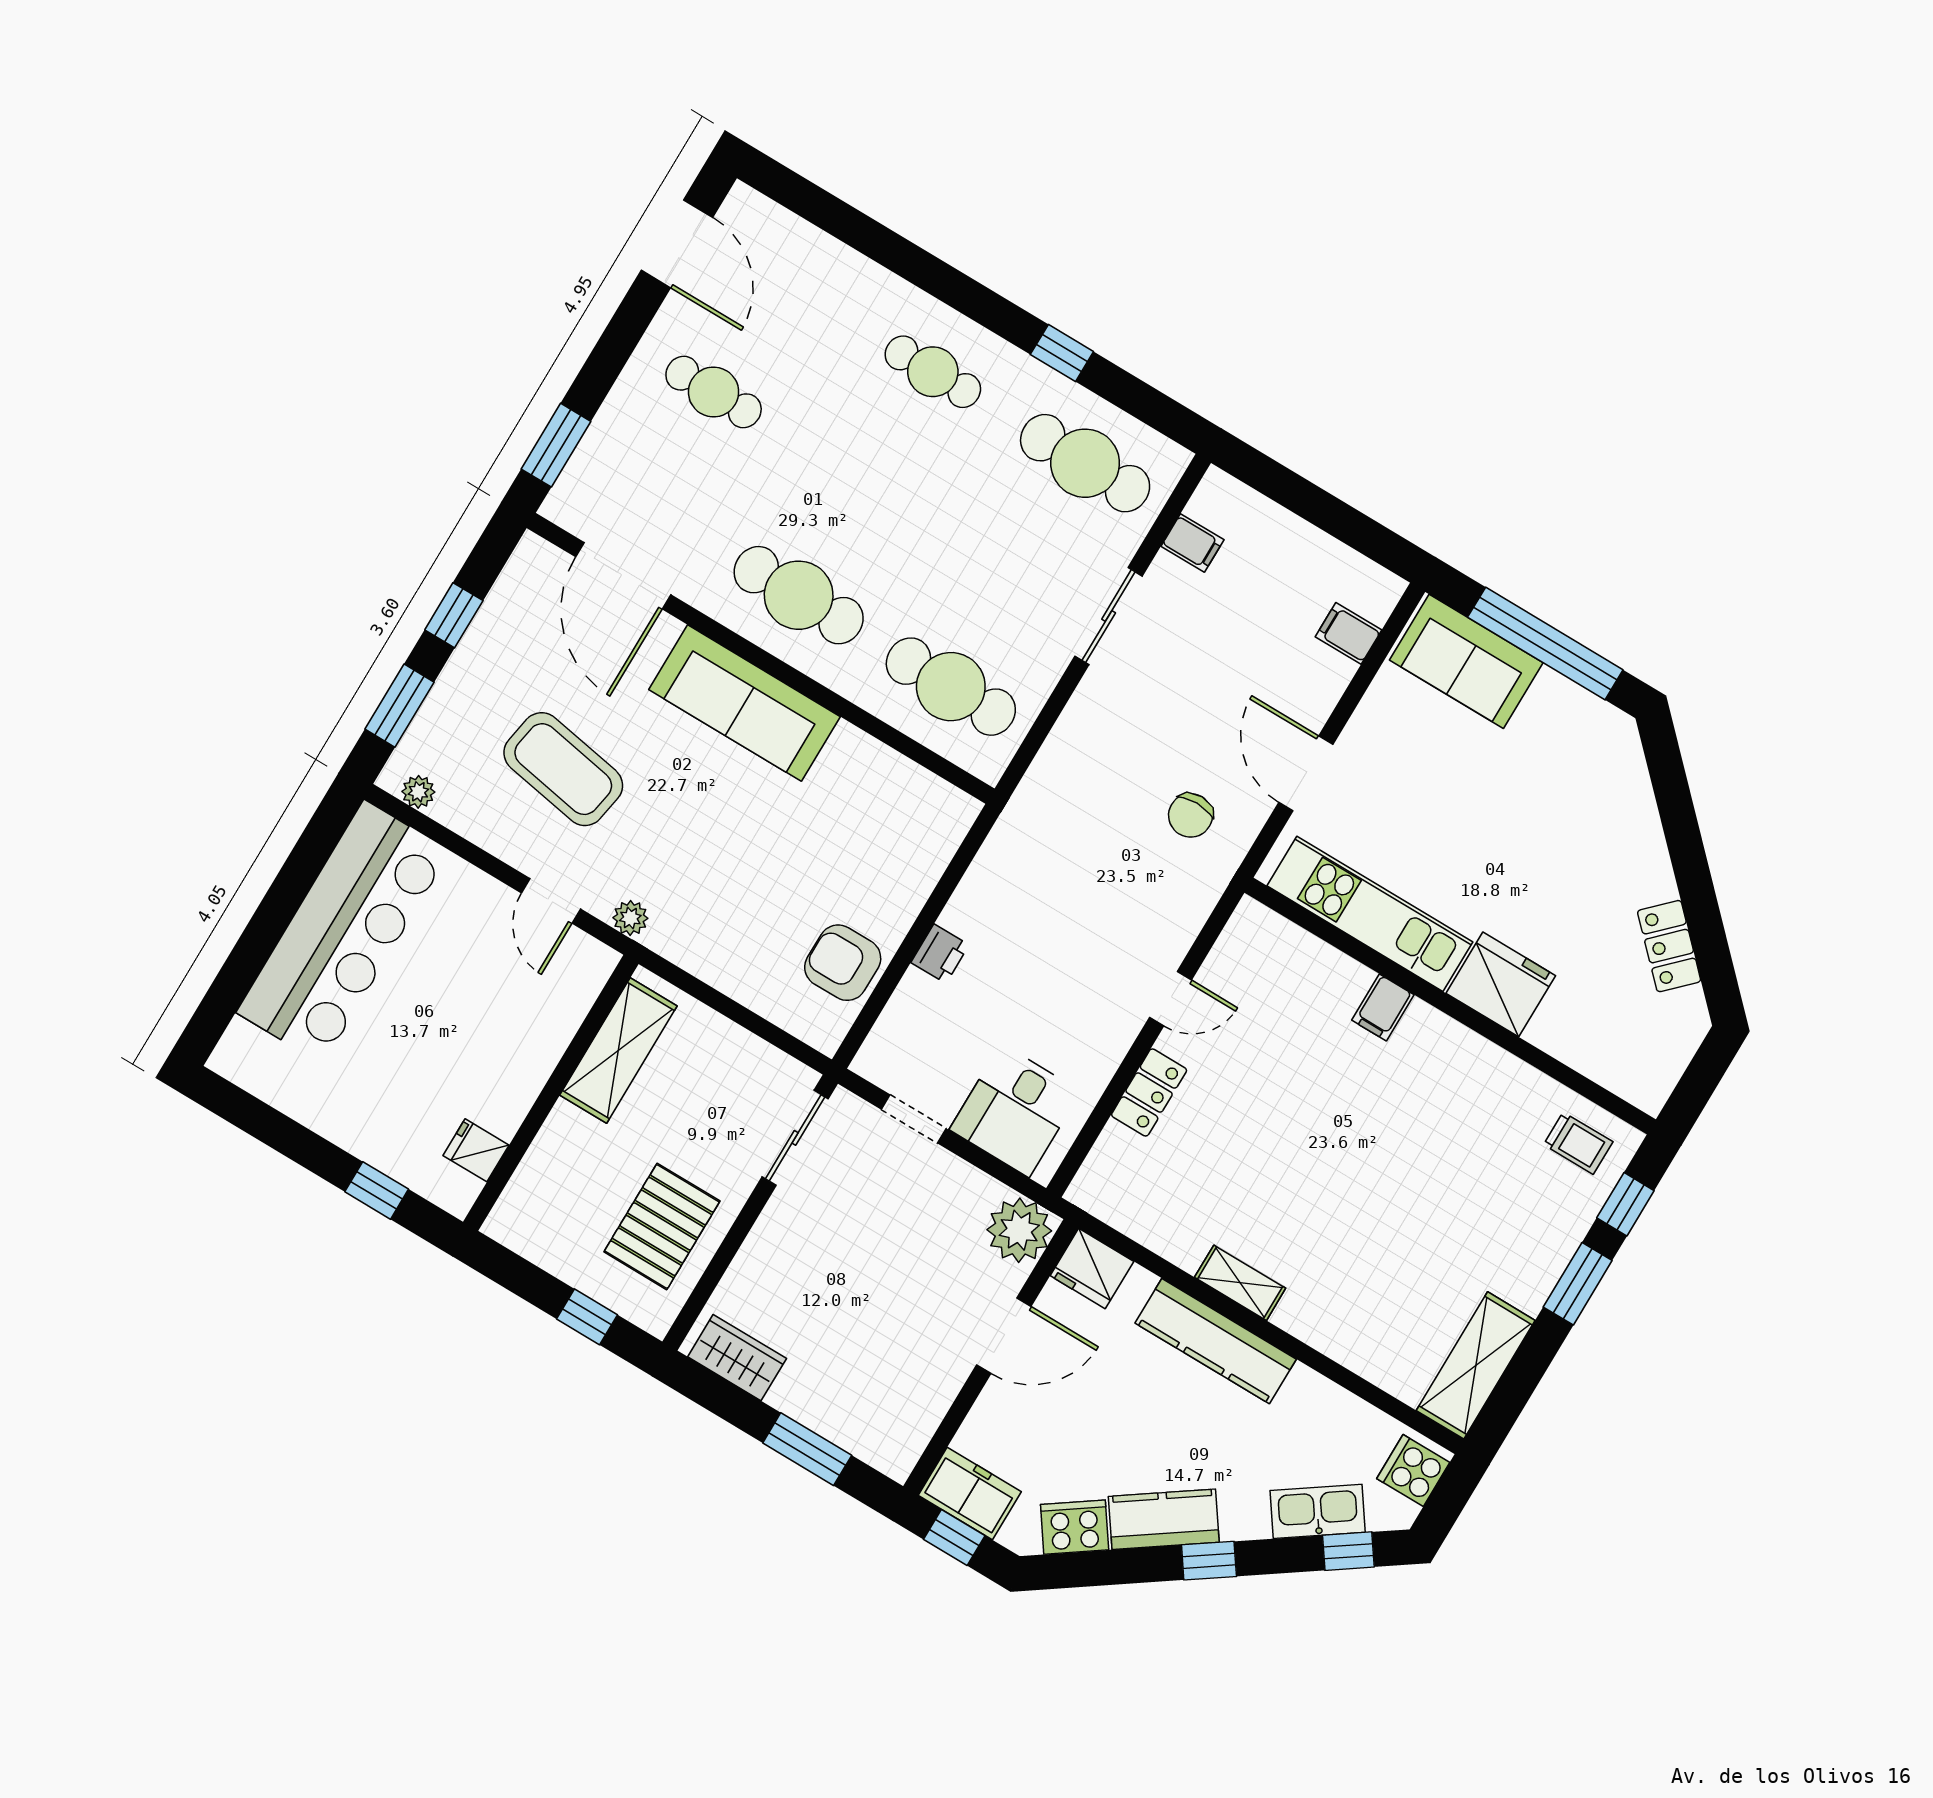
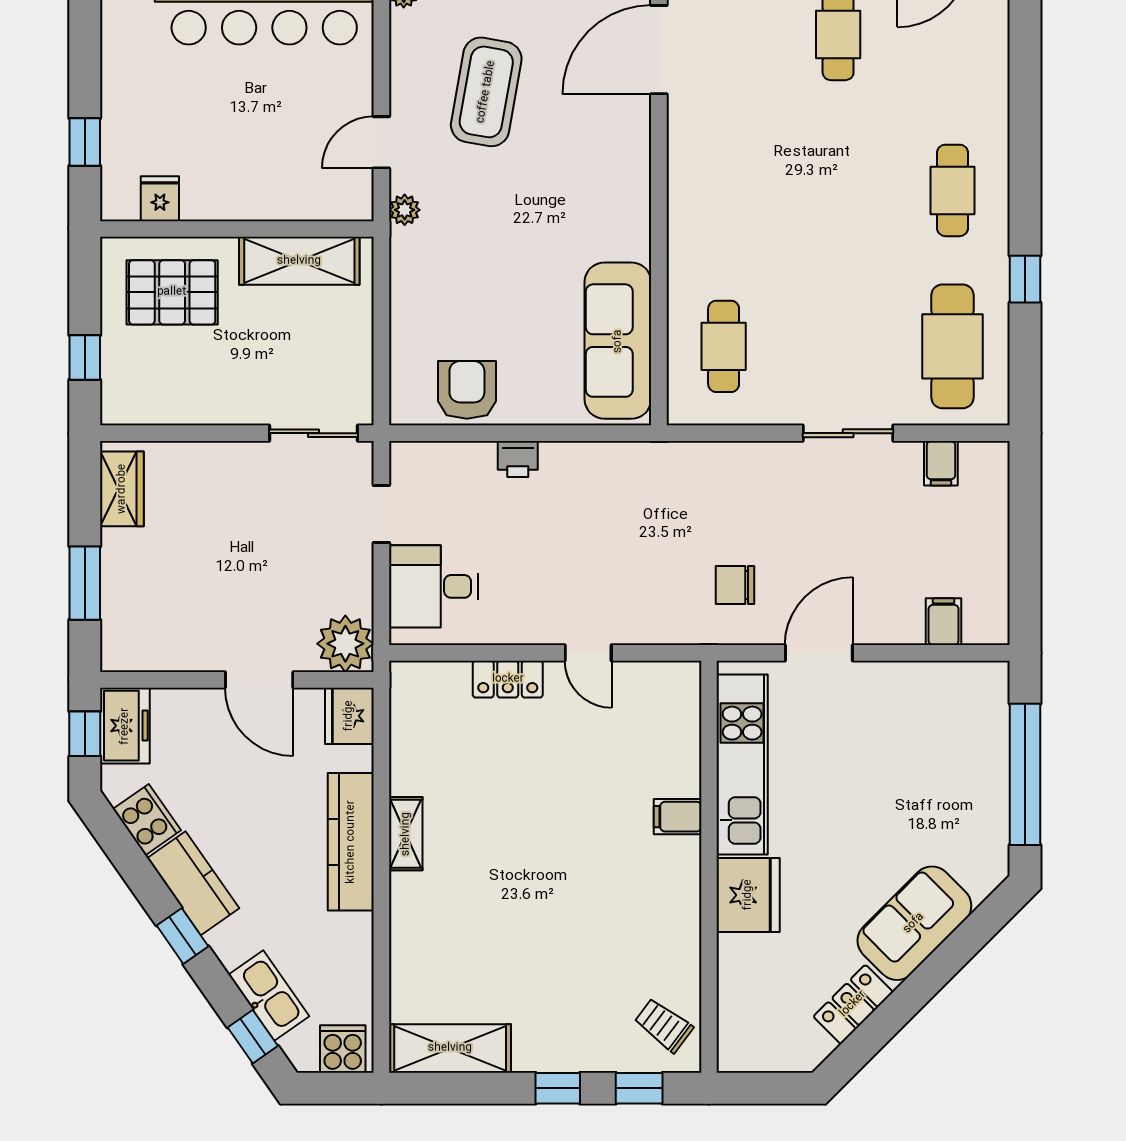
cafe table: (799, 595) -> (724, 190), removed
sofa: (1466, 661) -> (914, 923), moved, turned 45
cafe table: (951, 687) -> (724, 346), width x0.73, depth x0.74
sofa: (745, 703) -> (618, 341), moved
trolley: (1578, 1143) -> (664, 1025), turned 127
pallet: (662, 1226) -> (172, 292), moved
window: (1578, 1284) -> (558, 1088), width x0.67

